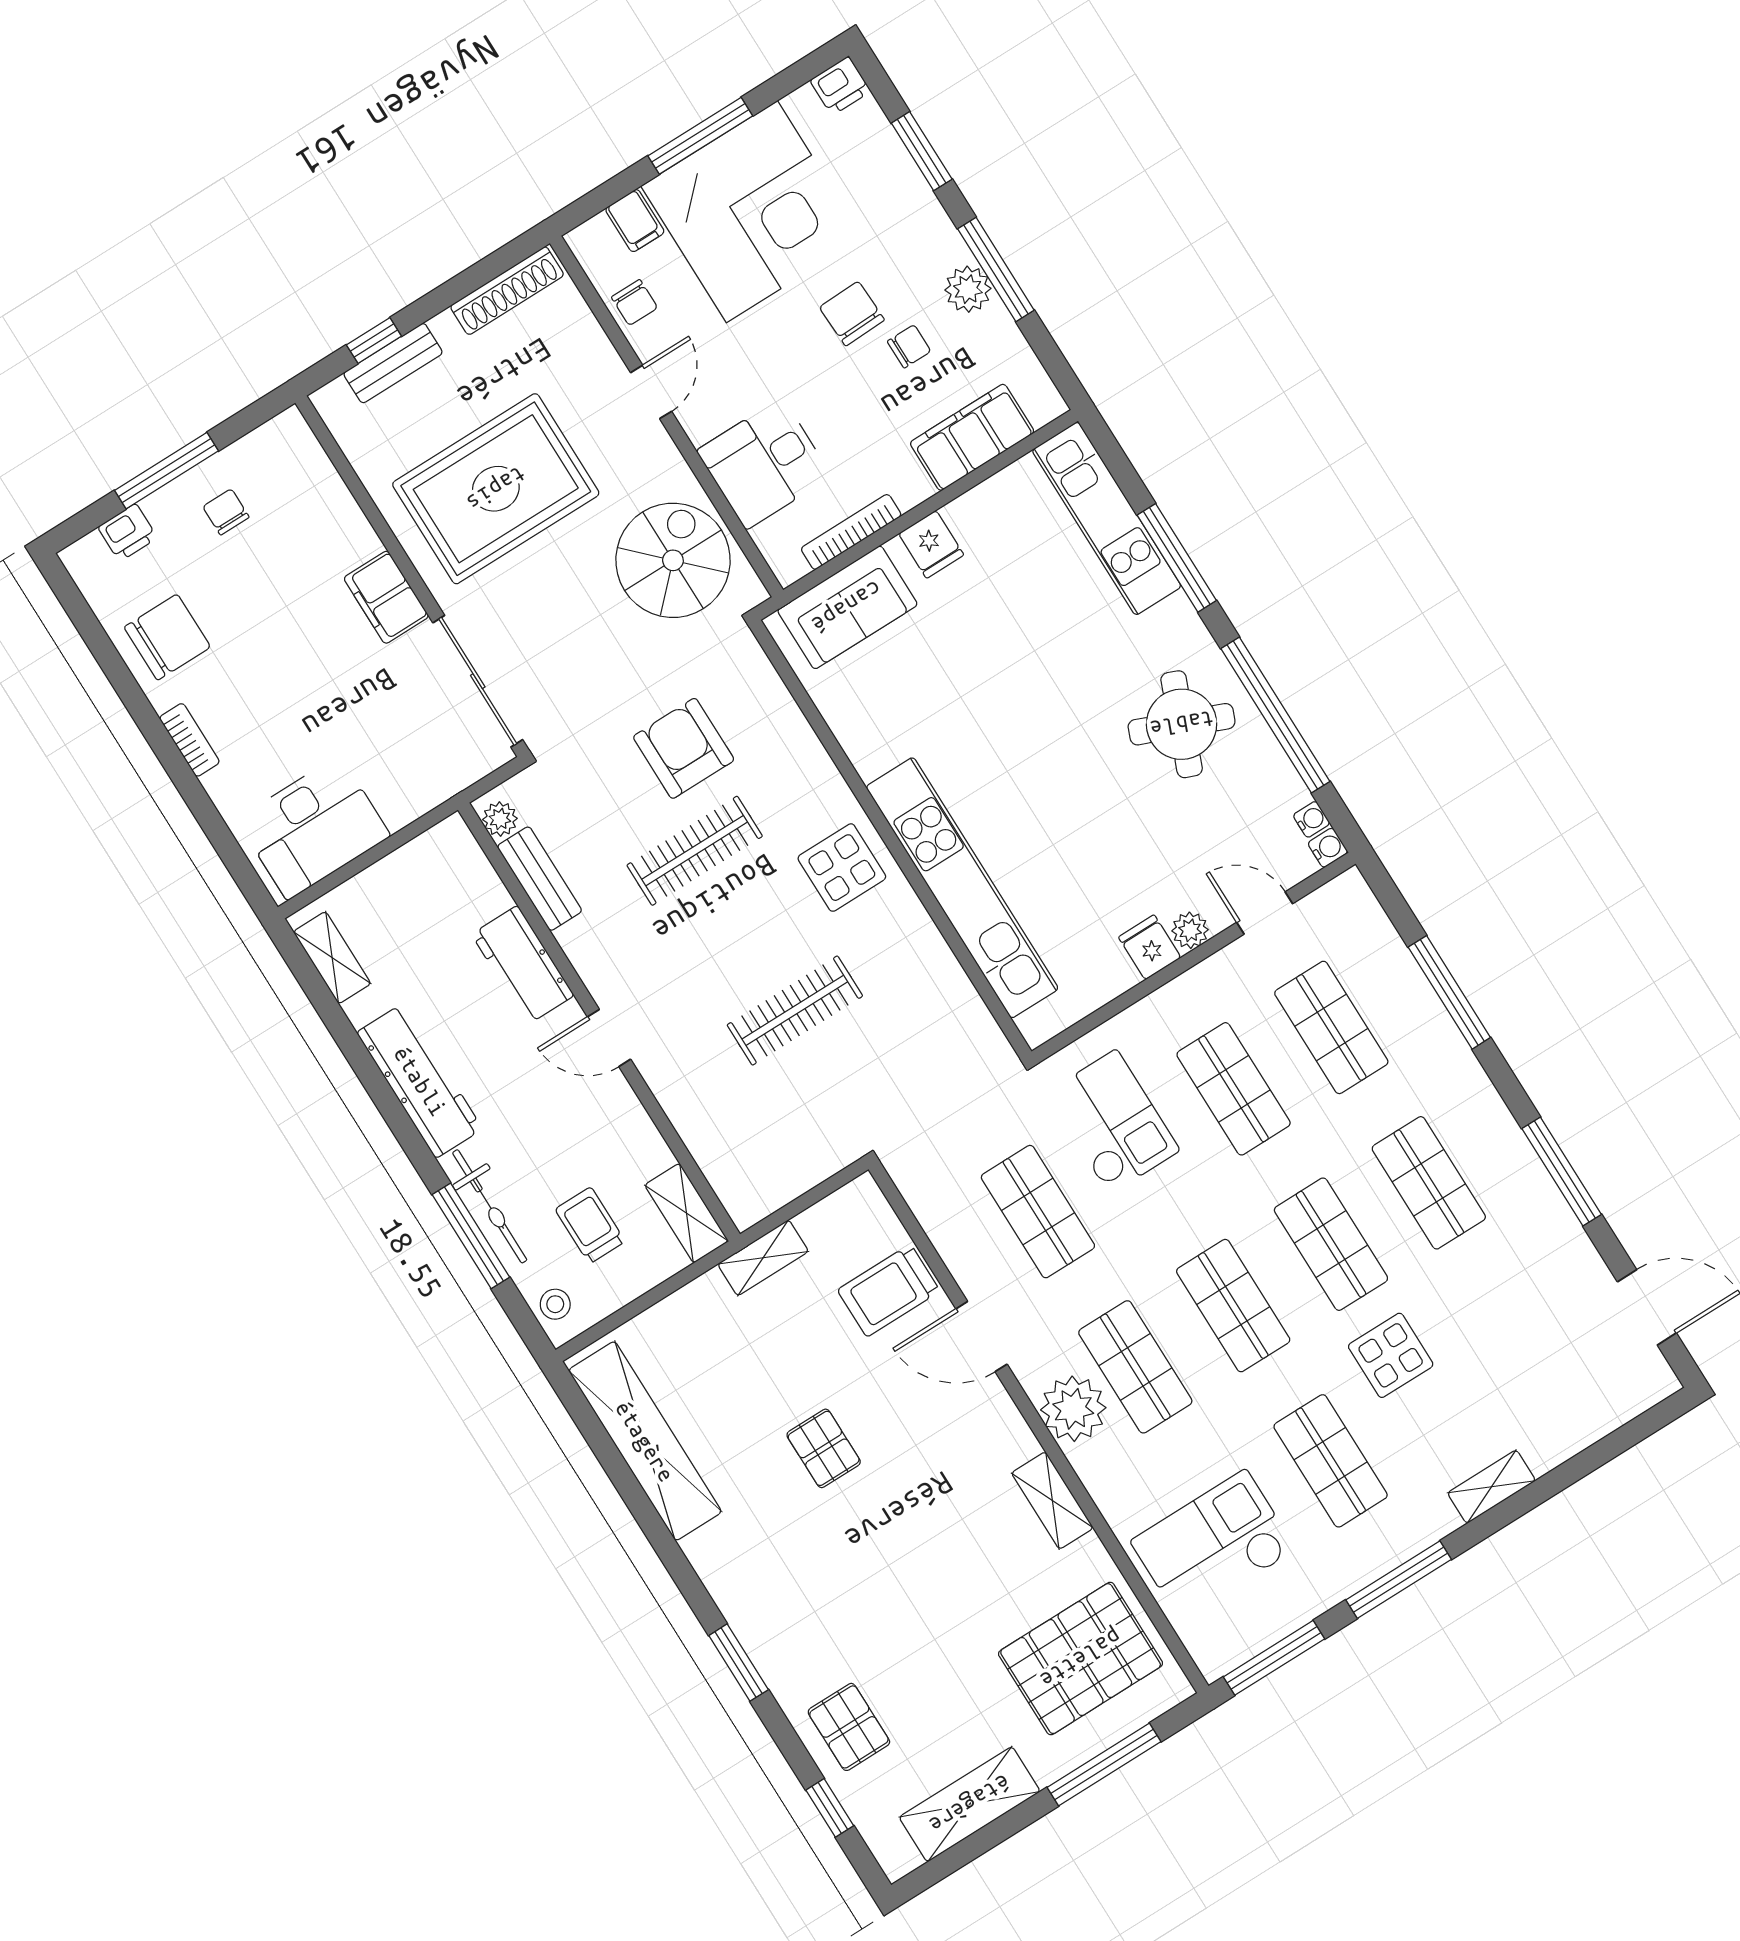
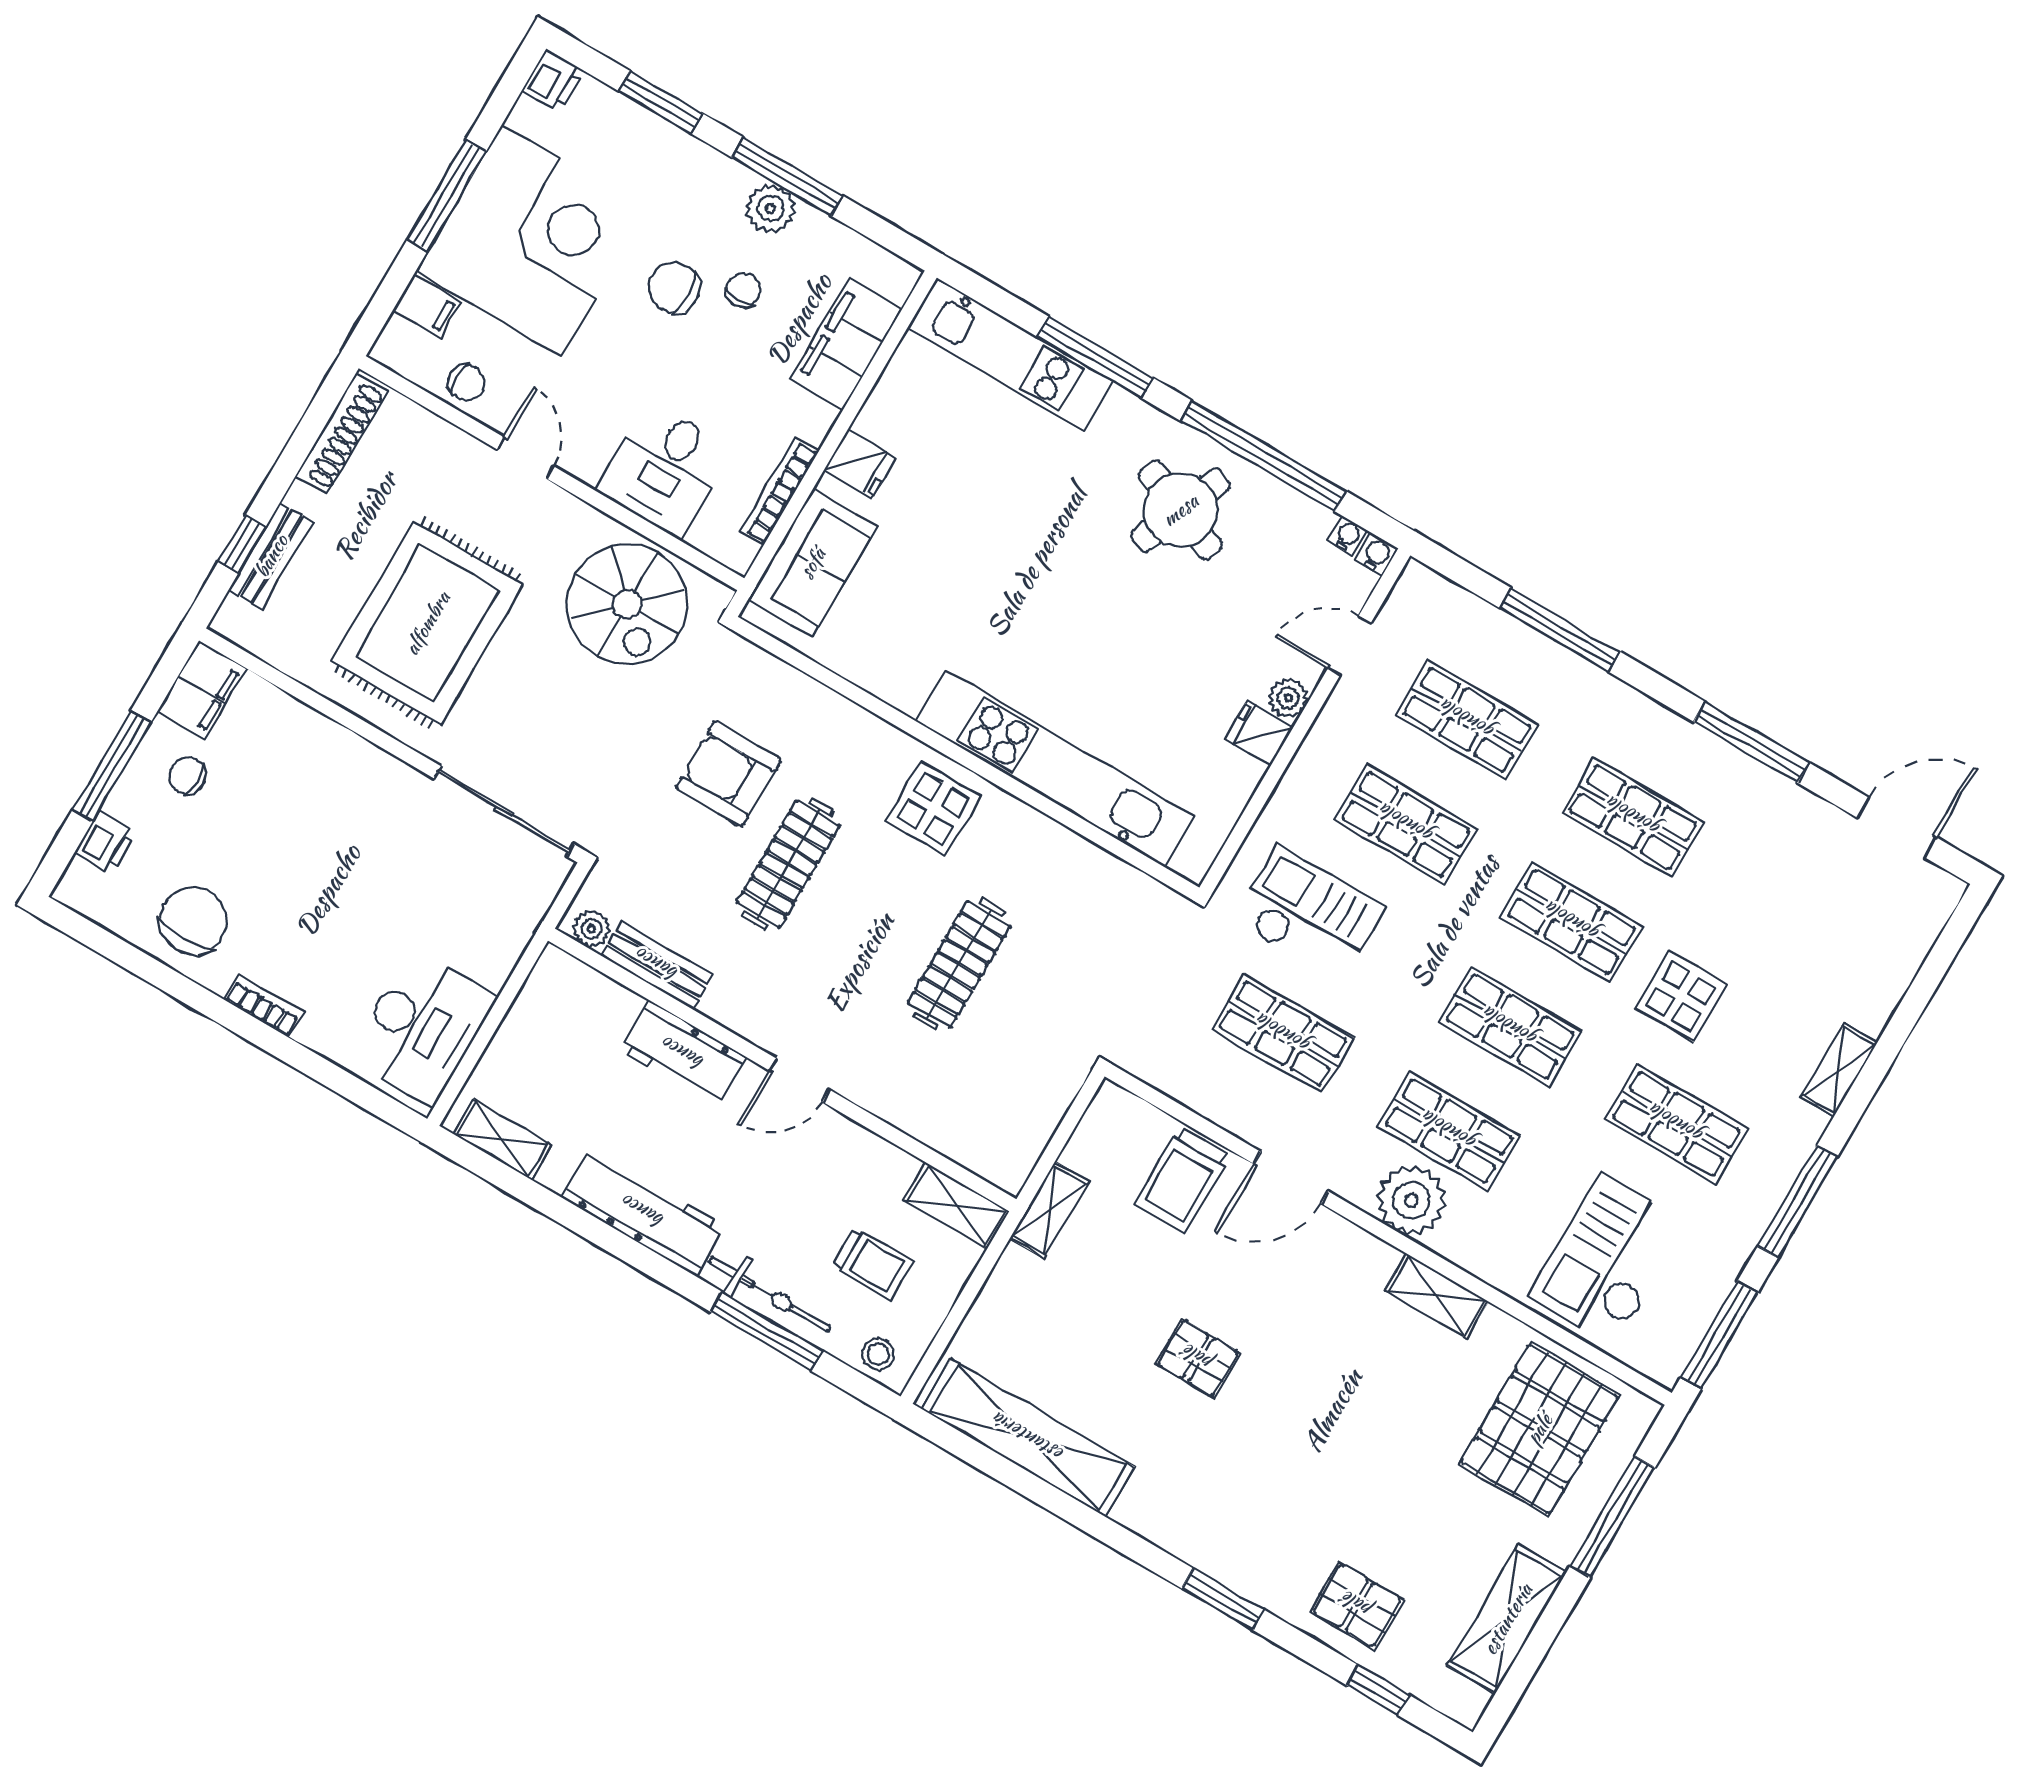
spiral stairs: (673, 560) -> (627, 604), turned 180
filing cabinet: (386, 597) -> (202, 690), moved, turned -90
trolley: (590, 1225) -> (872, 1264), turned 180

